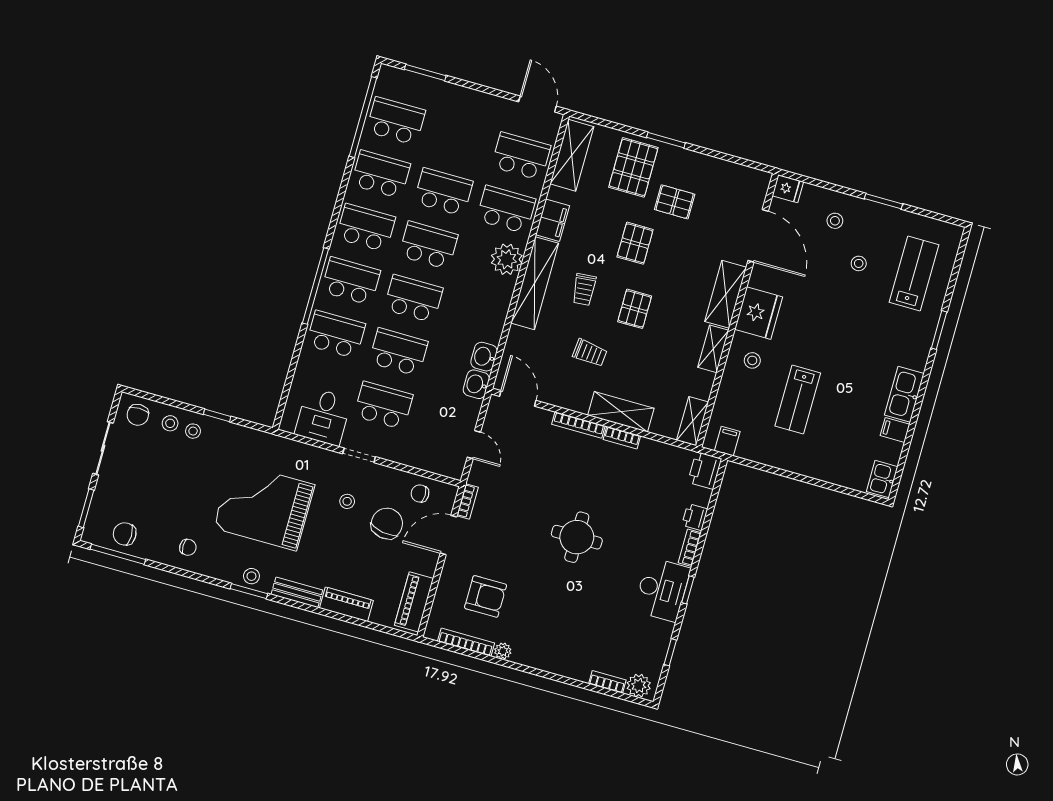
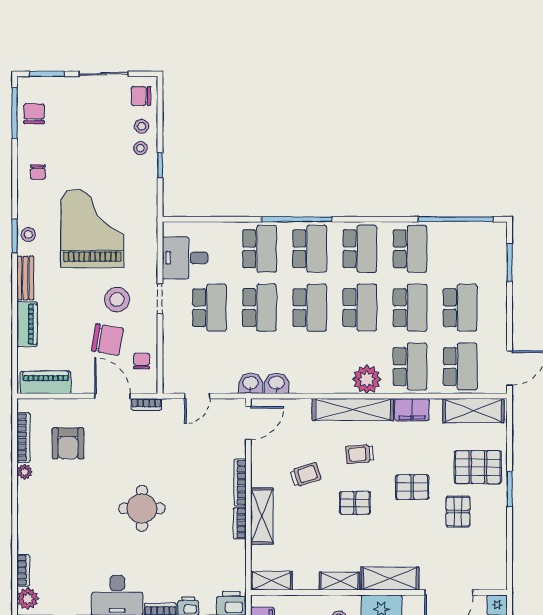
school desk: (396, 121) -> (460, 308), moved
trolley: (590, 353) -> (306, 475), turned -113
stool: (347, 501) -> (117, 300), width x1.89, depth x1.89

